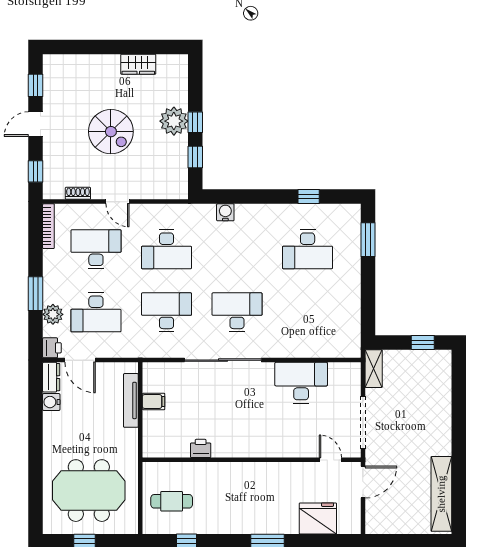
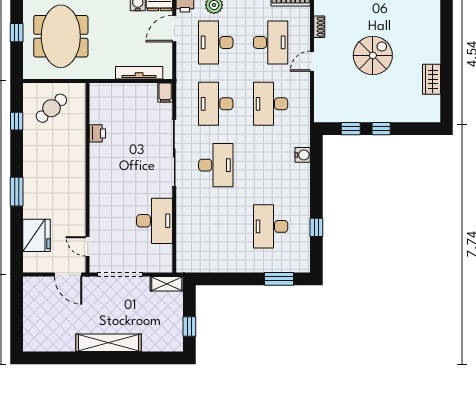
plant: (174, 121) -> (382, 110), removed
spiral stairs: (111, 132) -> (373, 55), turned 180
desk: (166, 312) -> (216, 104), turned 180
filing cabinet: (154, 401) -> (165, 93), moved
door: (330, 460) -> (88, 246), swing flipped
shelving: (441, 494) -> (108, 343), moved
cafe table: (172, 501) -> (51, 108), turned 48

